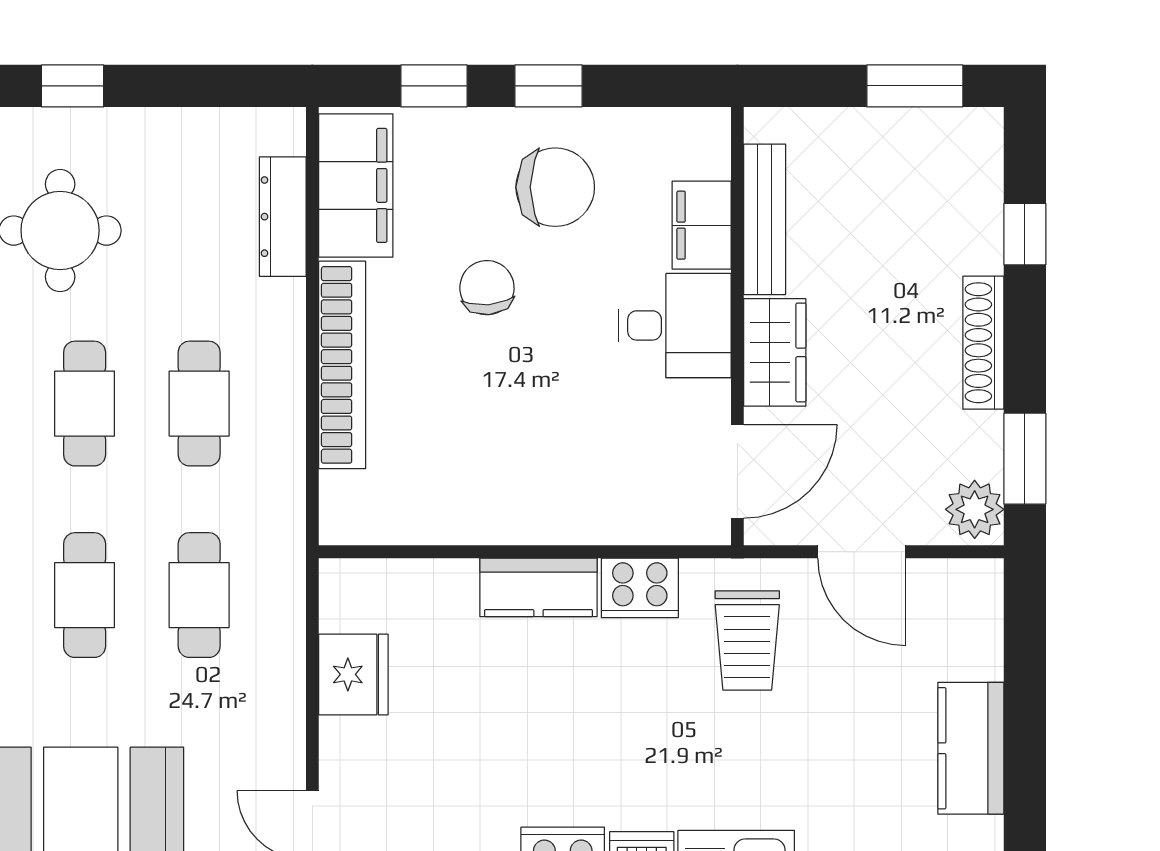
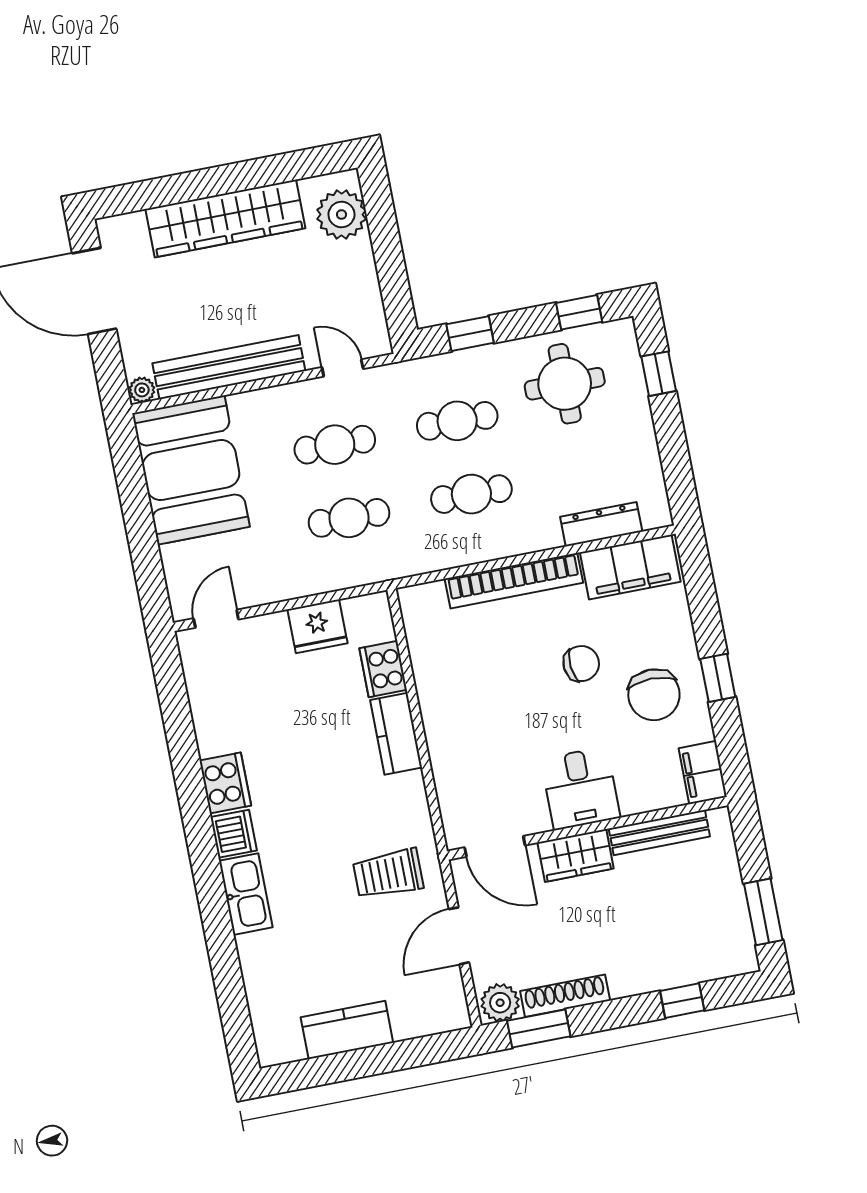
window: (434, 86) -> (704, 605), removed
filing cabinet: (702, 225) -> (703, 773), moved, turned -90
shoe rack: (983, 343) -> (565, 996), moved
cooker: (640, 588) -> (383, 669), moved

